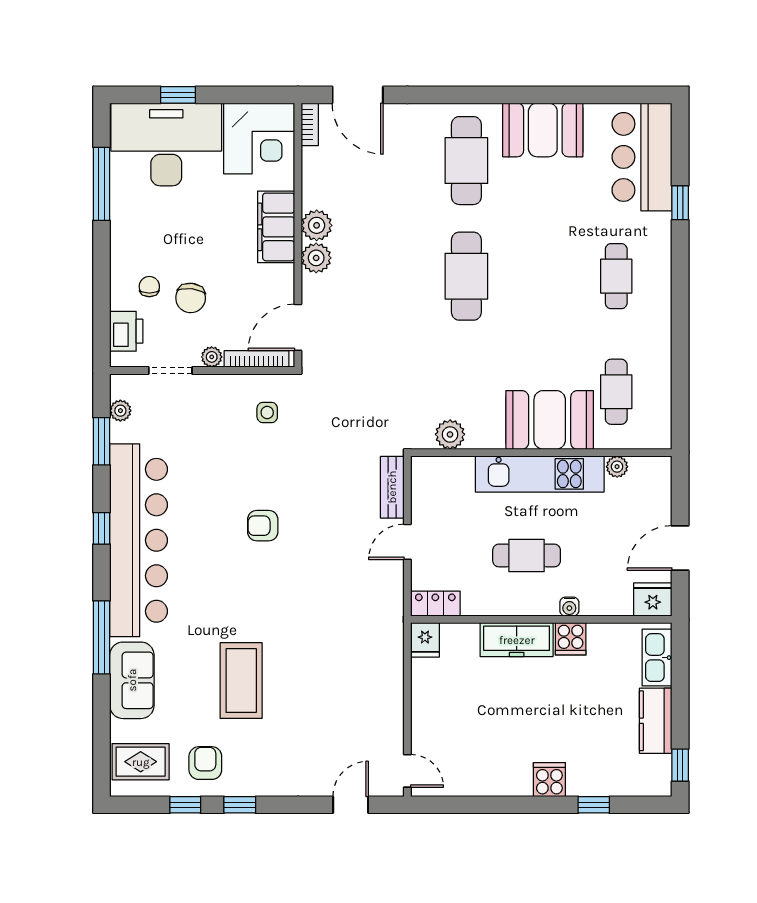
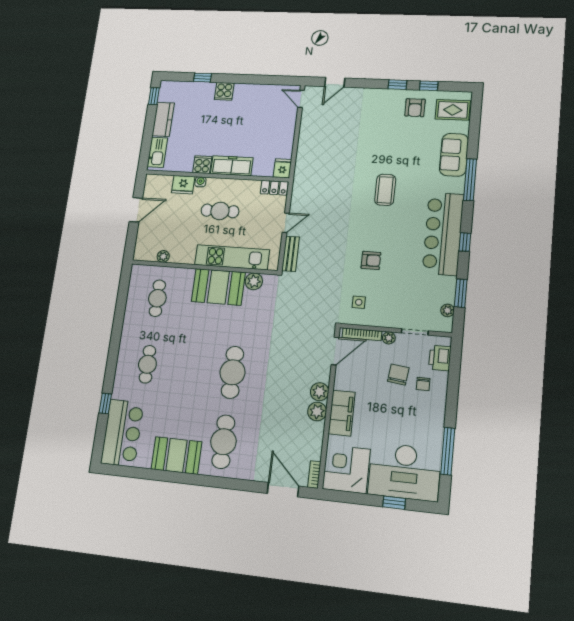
booth: (550, 420) -> (218, 287), moved
kitchen unit: (540, 474) -> (232, 257), moved
armchair: (263, 526) -> (371, 260), moved
bar counter: (139, 540) -> (443, 234), width x0.73
fridge: (653, 600) -> (183, 185), moved
coffee table: (241, 681) -> (385, 190), moved, width x0.73, depth x0.76

